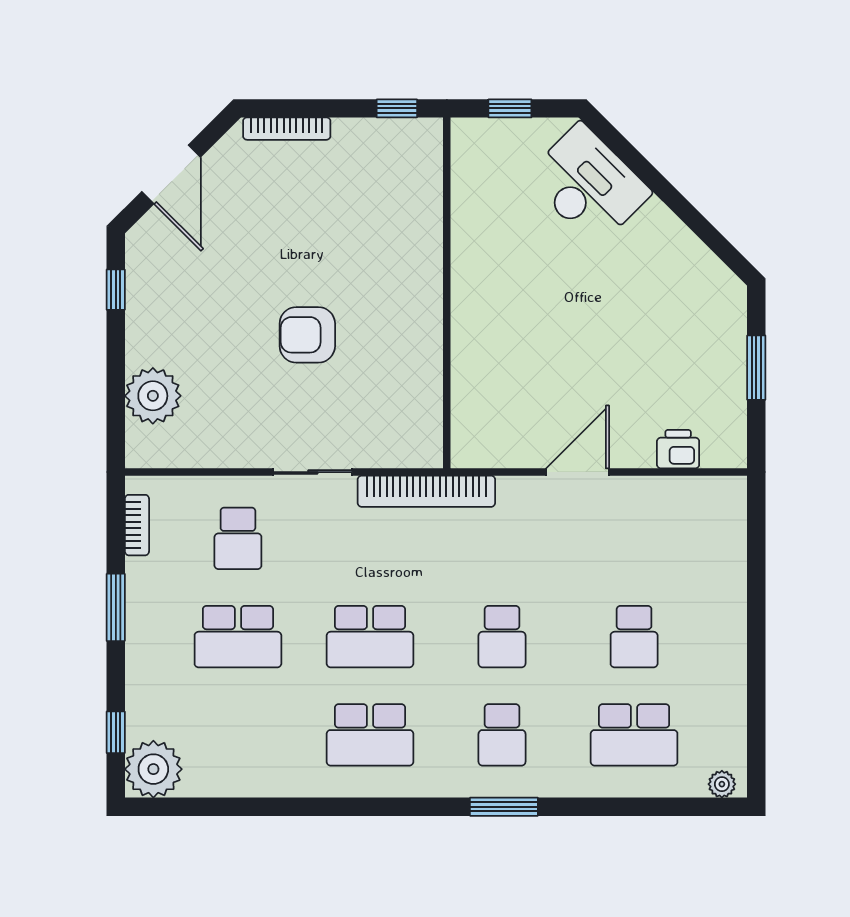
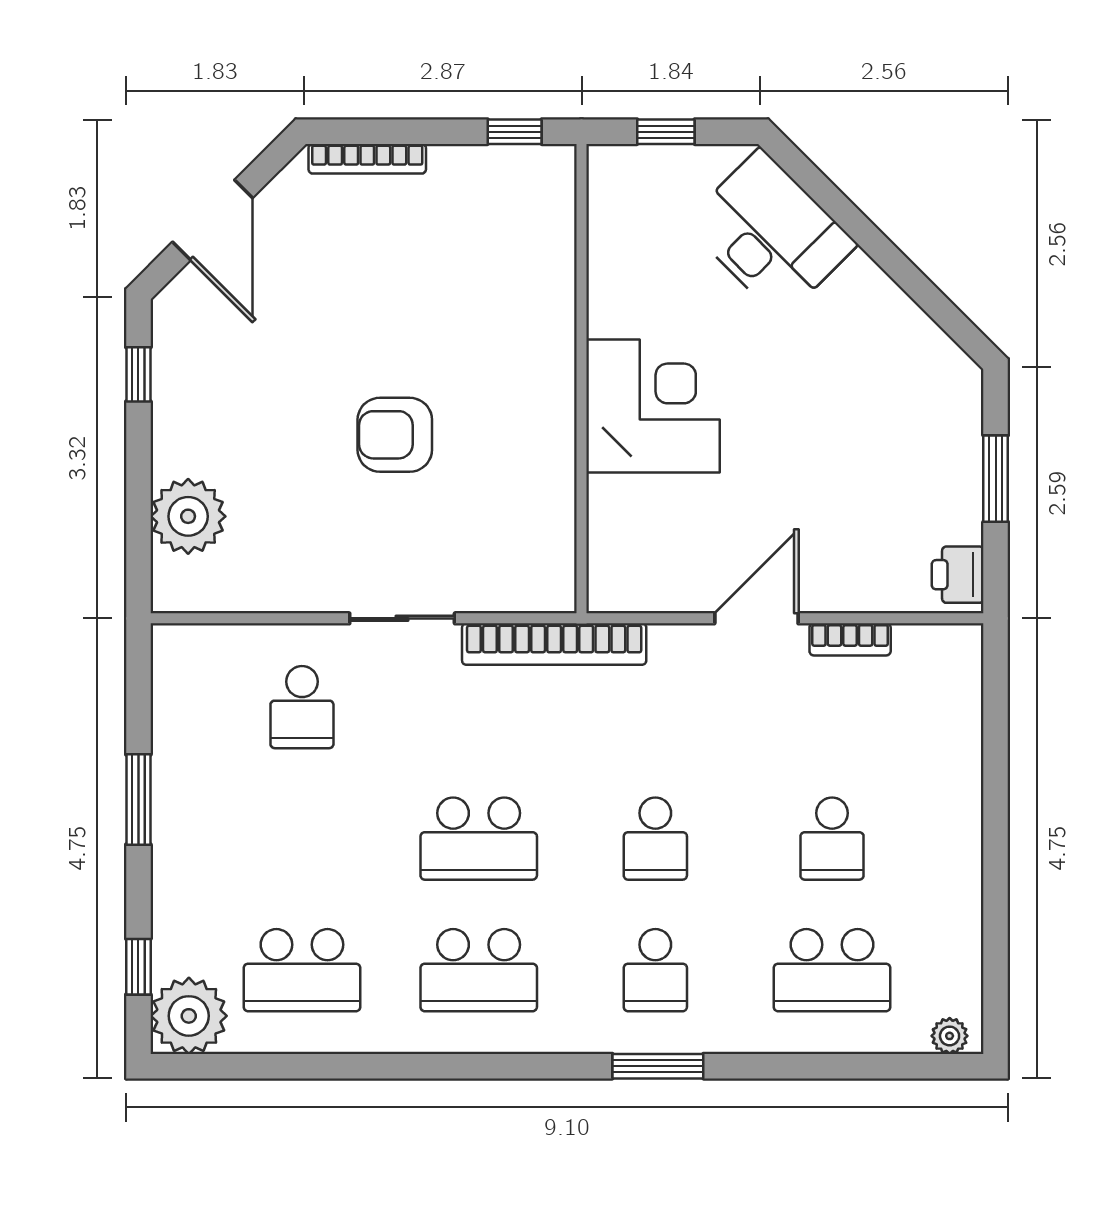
corner desk: (500, 313) -> (653, 406), added
printer: (678, 449) -> (958, 575), moved, turned -90
bookcase: (137, 525) -> (850, 639), moved, turned 90
school desk: (238, 637) -> (302, 970), moved

